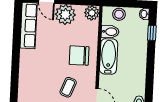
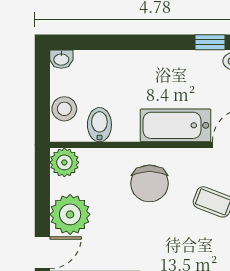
window: (152, 33) -> (210, 42), moved
bathtub: (109, 56) -> (176, 125), moved

